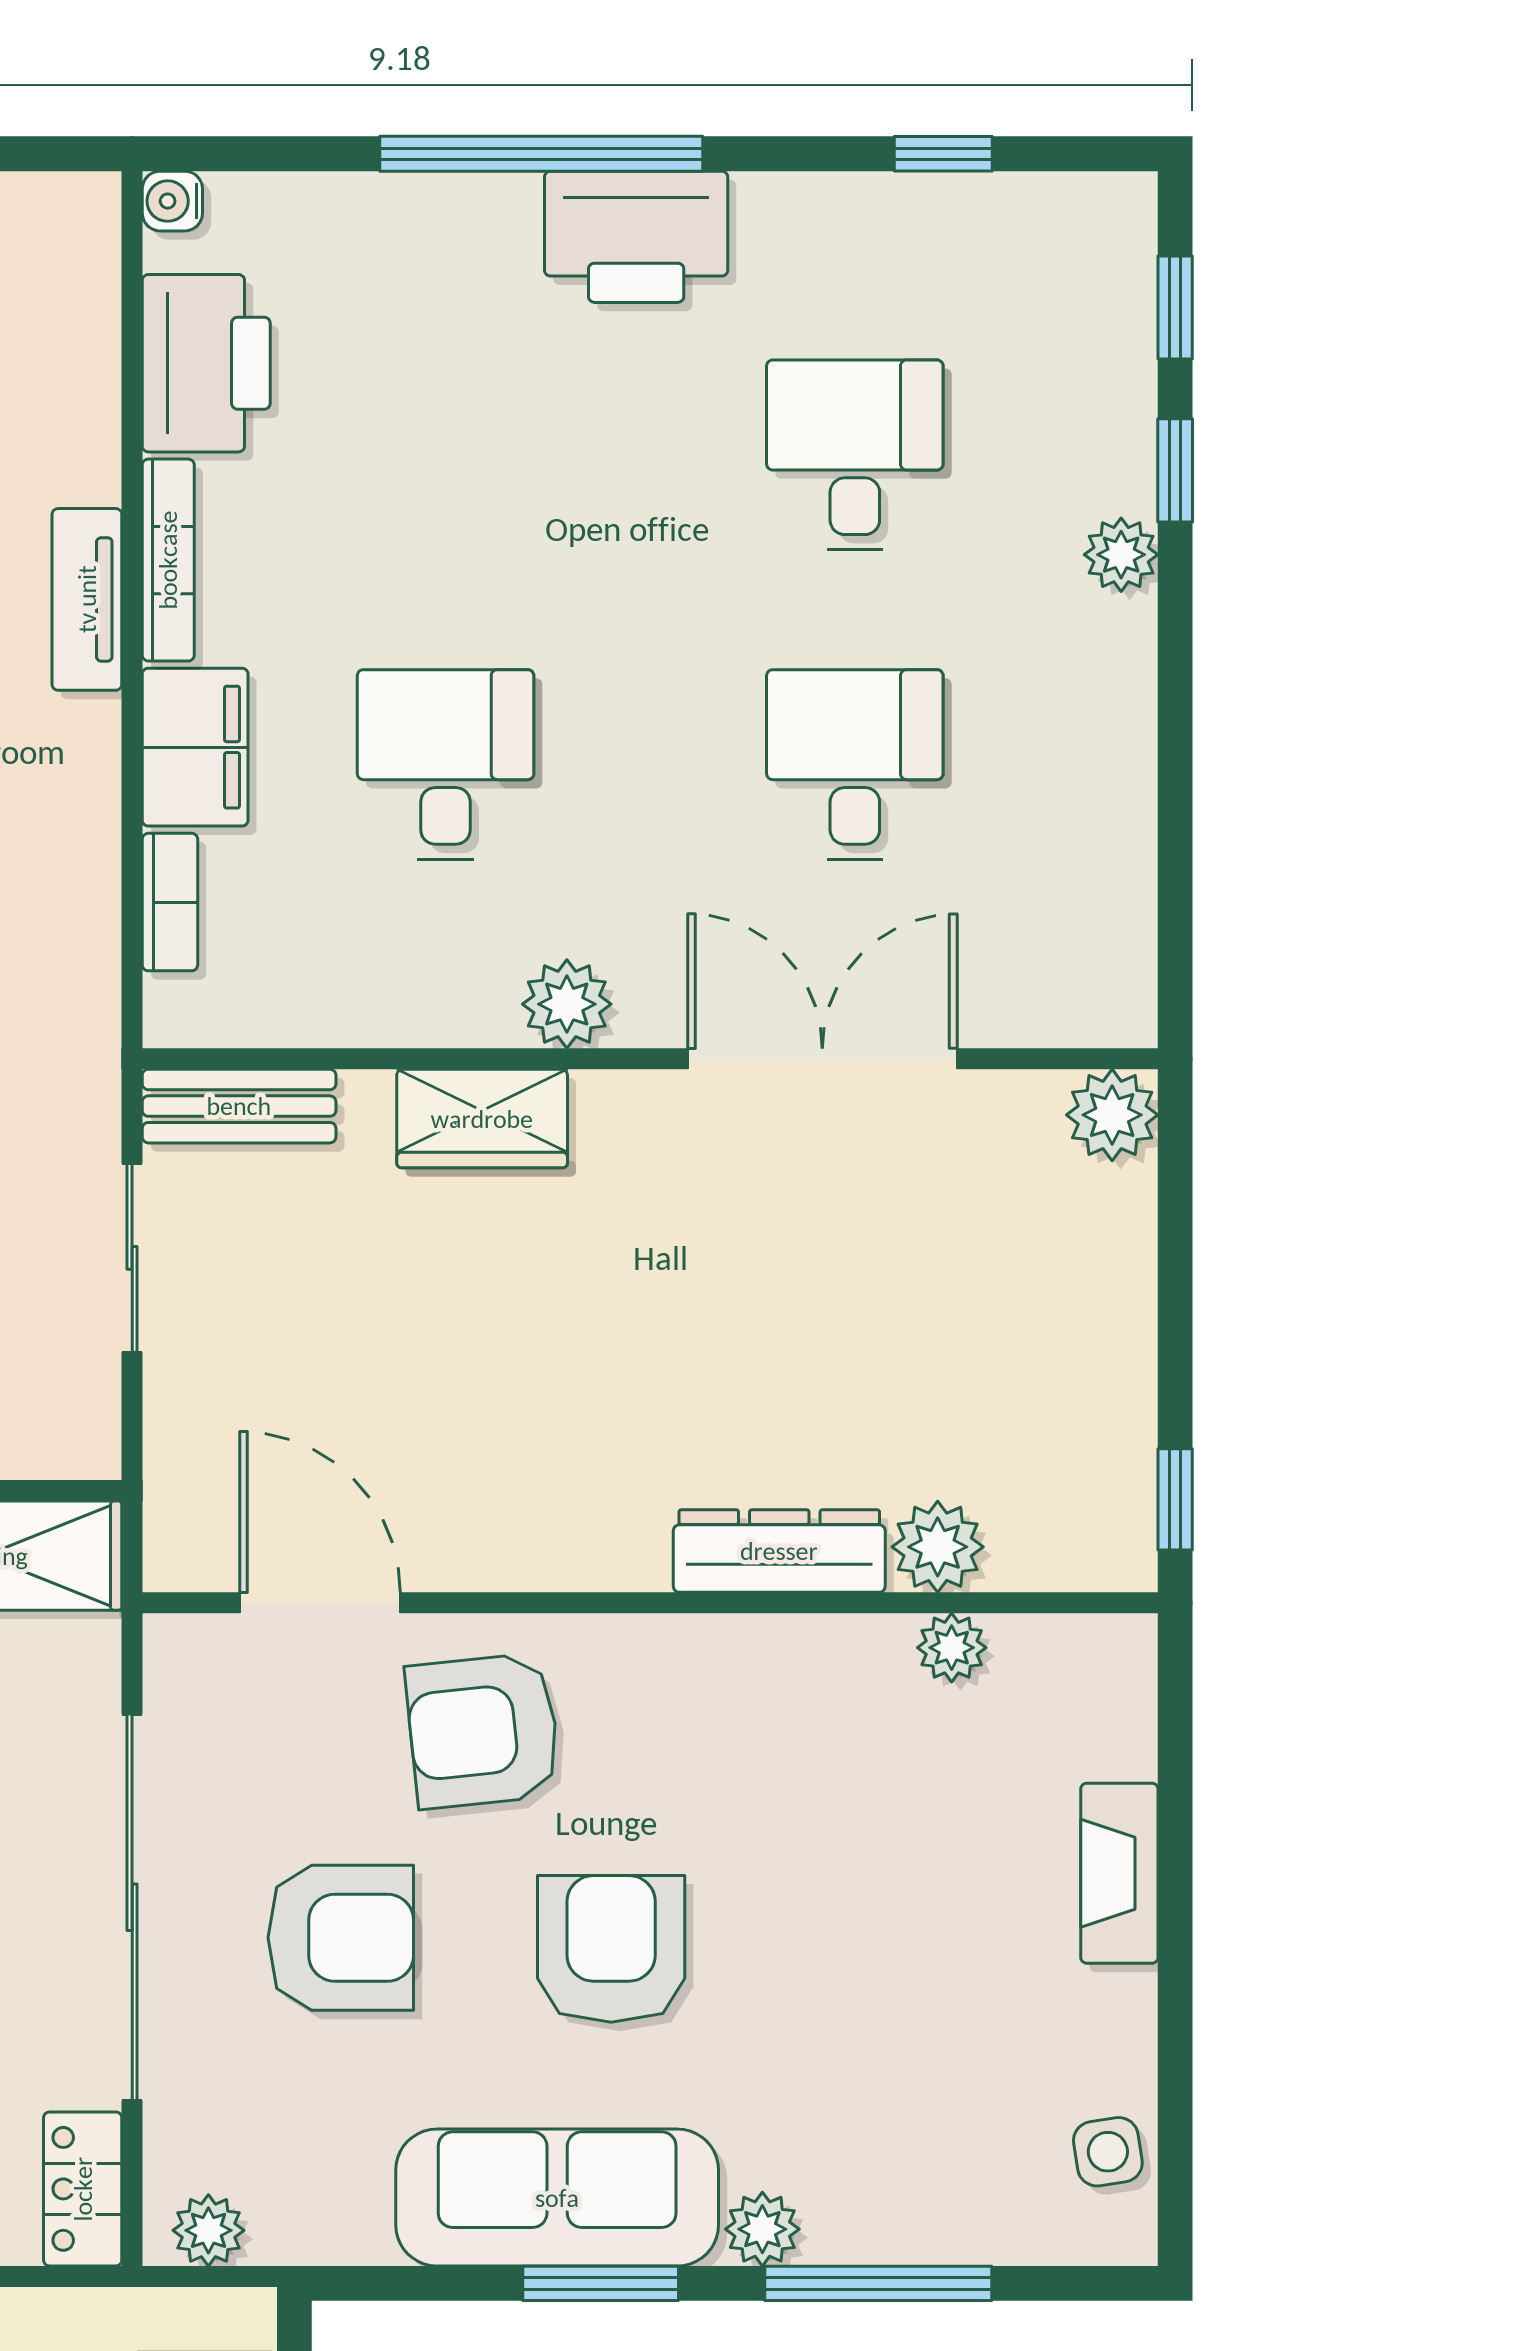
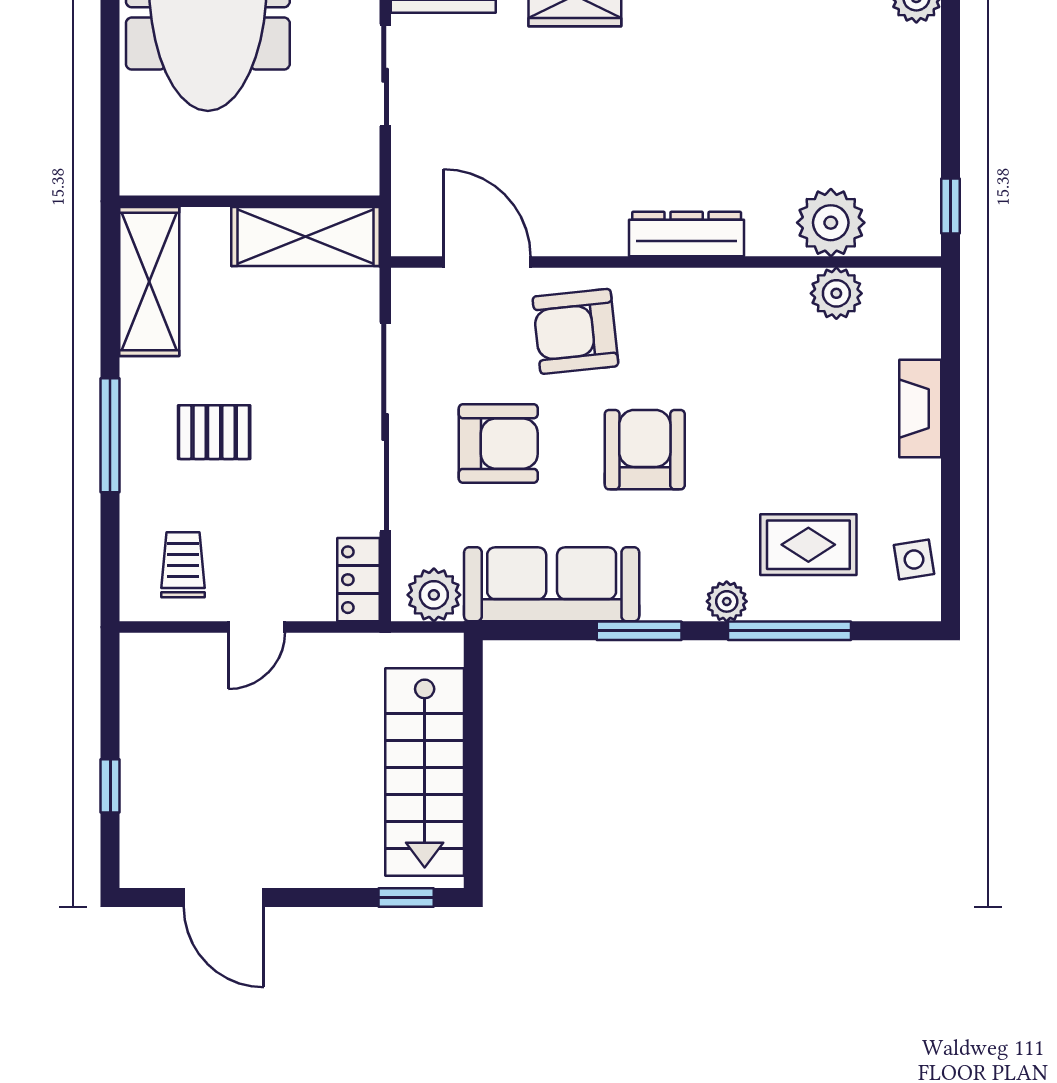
plant: (938, 1547) -> (831, 223), width x1.36, depth x1.36
dresser: (779, 1551) -> (687, 234), moved
plant: (952, 1648) -> (836, 293), width x1.38, depth x1.38
rug: (913, 2124) -> (808, 545), added
sofa: (557, 2198) -> (552, 584), moved
plant: (208, 2230) -> (434, 595), width x1.38, depth x1.38

